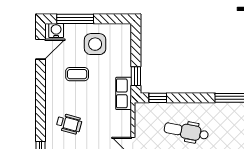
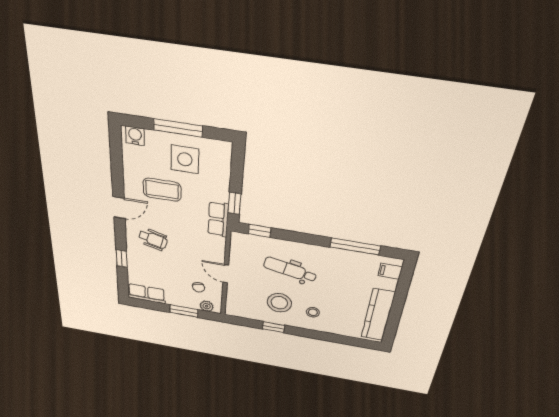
window: (75, 19) -> (178, 128), moved
door: (41, 49) -> (119, 208), moved
coffee table: (77, 74) -> (162, 190), width x1.36, depth x1.30

